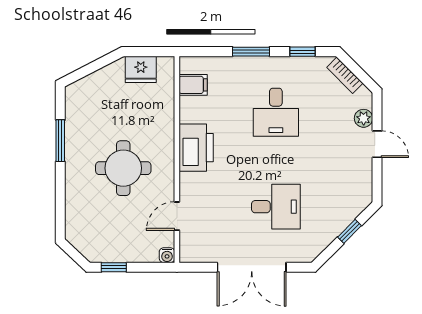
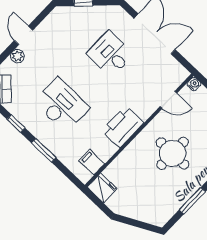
fridge: (141, 69) -> (102, 188), moved
desk: (276, 112) -> (62, 105), width x1.37

